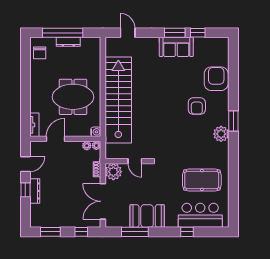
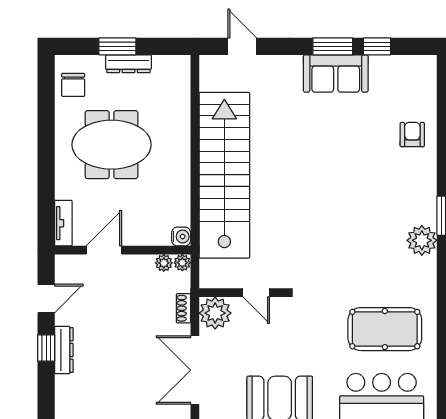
window: (63, 33) -> (117, 46), width x0.47
armchair: (216, 79) -> (412, 135), width x0.53, depth x0.53
meeting table: (73, 97) -> (112, 145), moved
armchair: (197, 106) -> (375, 187), removed

